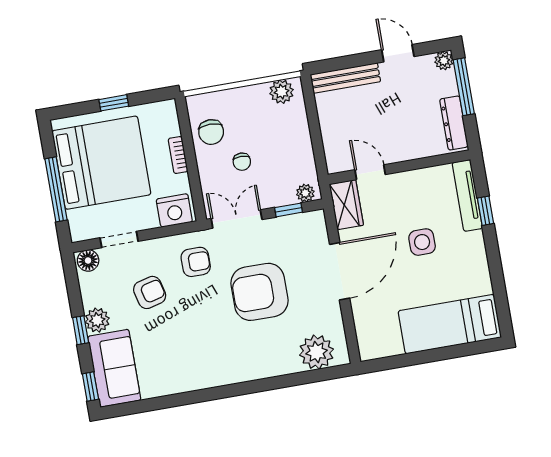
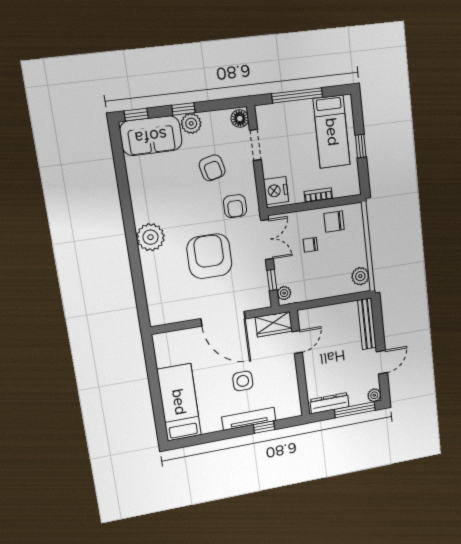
bed: (101, 163) -> (332, 132), width x0.49
tv unit: (467, 195) -> (249, 419), moved
plant: (317, 352) -> (150, 237), moved

